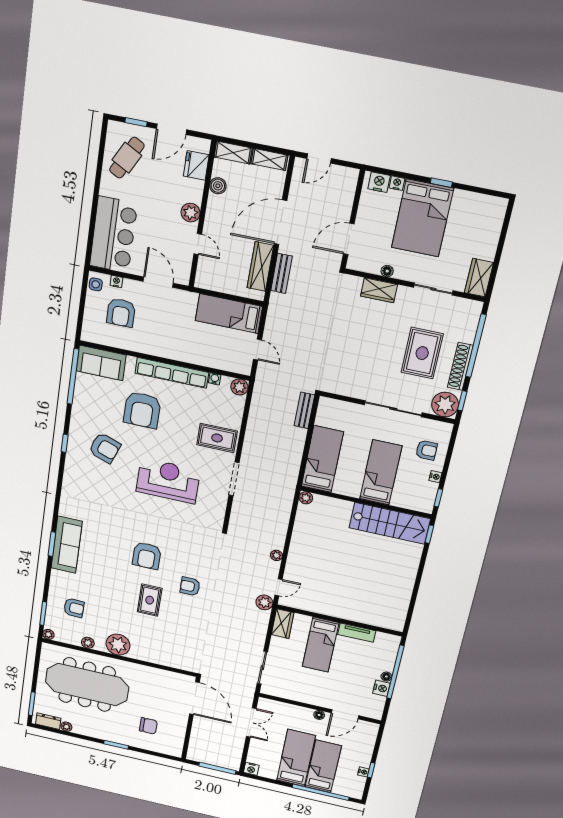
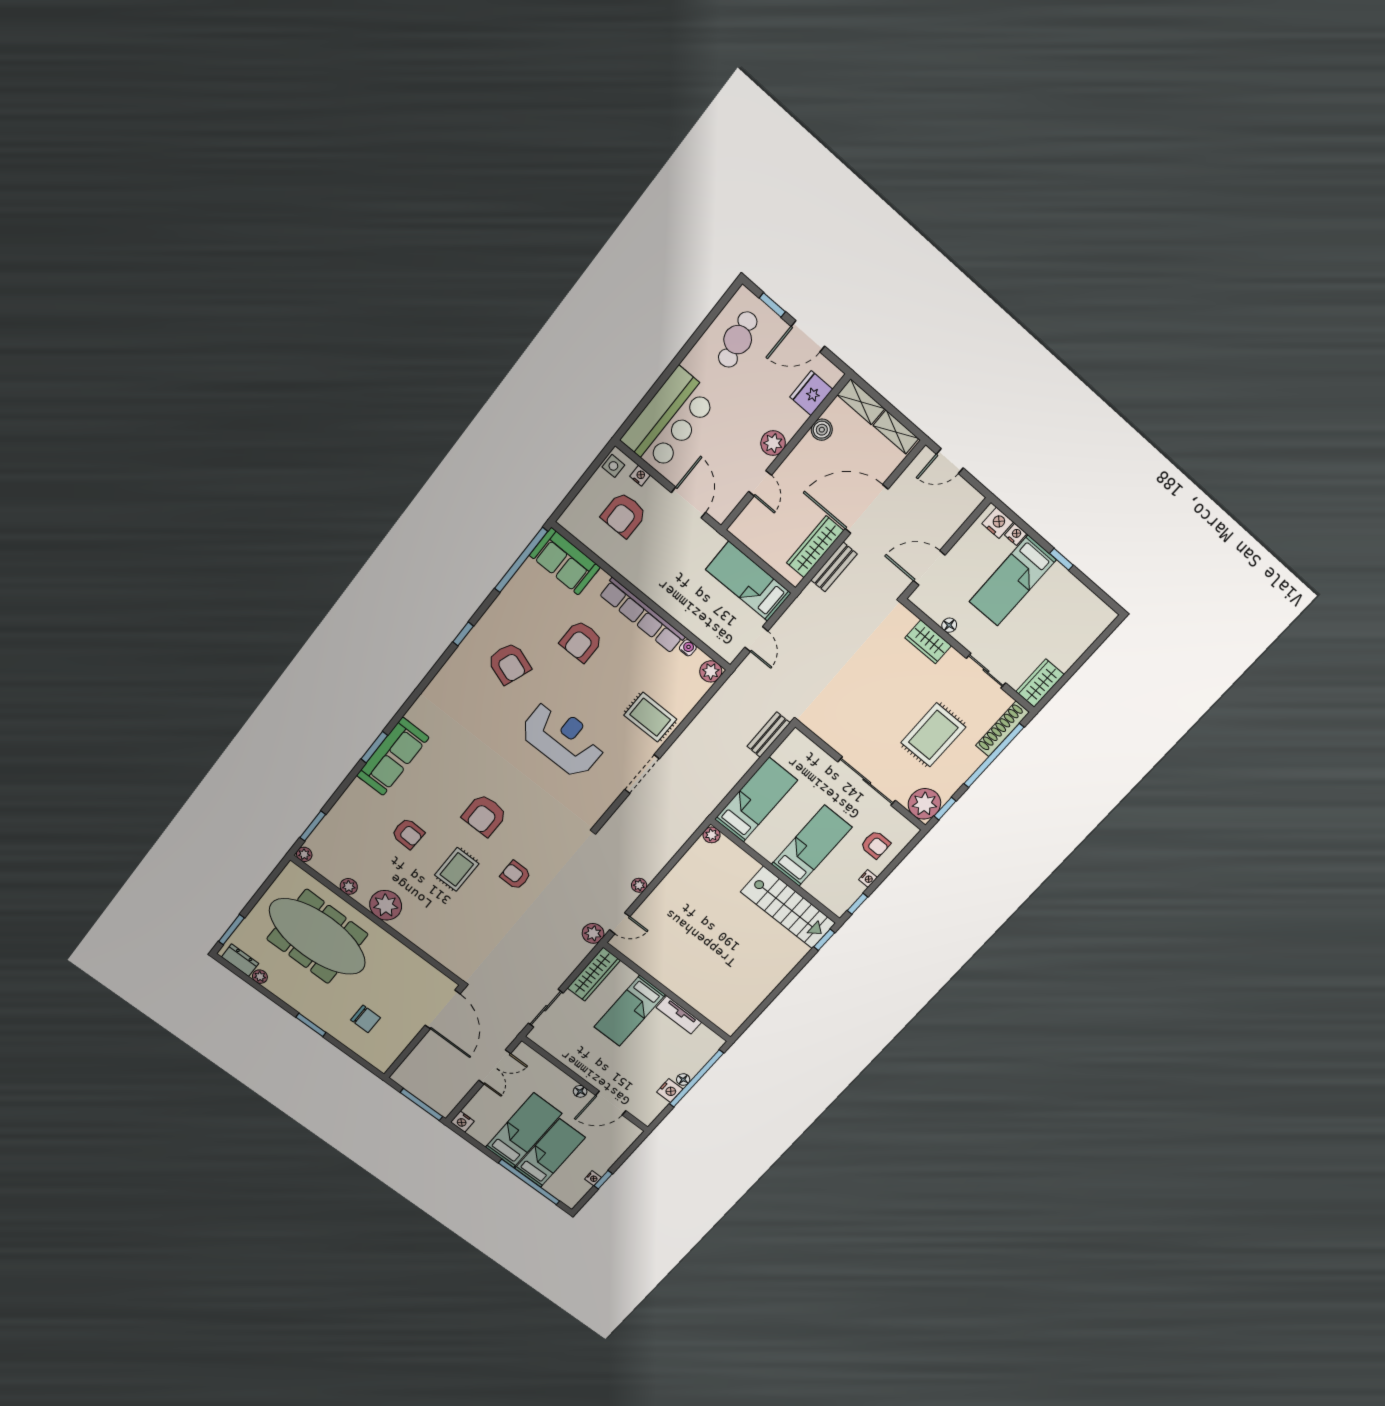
cafe table: (127, 158) -> (738, 340), turned -39
bed: (422, 218) -> (1013, 581), width x0.67
shoe rack: (460, 366) -> (1002, 729), moved
armchair: (142, 410) -> (581, 641), width x0.73, depth x0.73
armchair: (74, 608) -> (408, 834), moved
wardrobe: (283, 624) -> (594, 974), width x1.50

